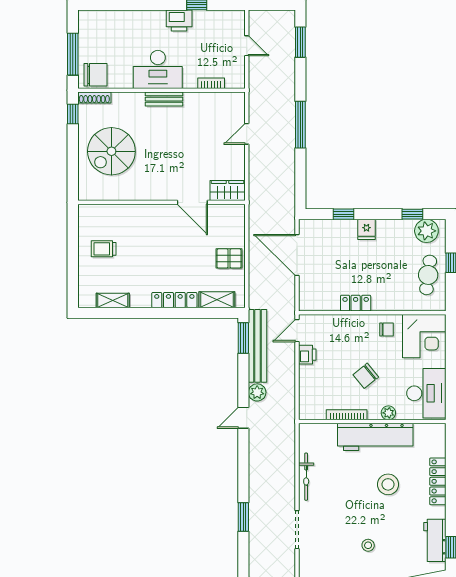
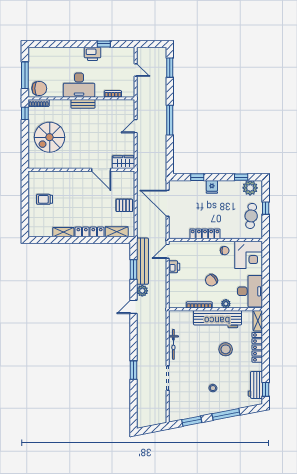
shelving: (113, 300) -> (63, 232), moved
locker: (356, 303) -> (205, 234), width x1.53
window: (243, 338) -> (134, 270), moved
shelving: (439, 439) -> (258, 321), added

